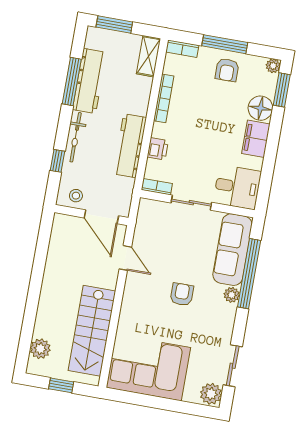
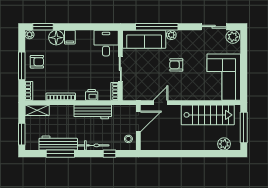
filing cabinet: (256, 139) -> (70, 37), width x0.50
window: (61, 385) -> (244, 128), width x2.17

